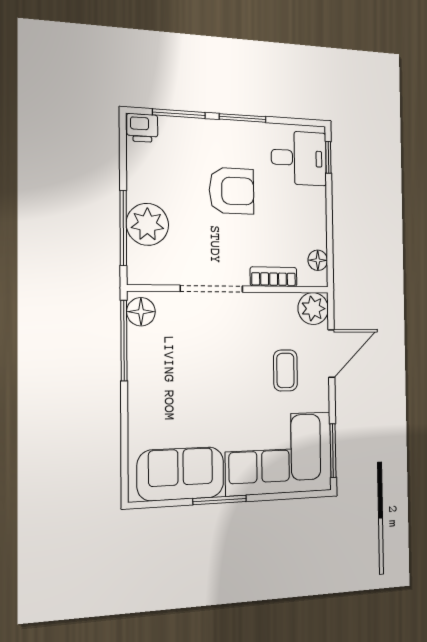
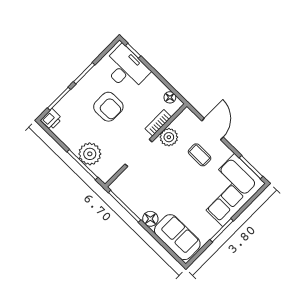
desk: (299, 158) -> (126, 68), width x1.37
armchair: (232, 191) -> (108, 107), turned 90
plant: (313, 309) -> (169, 137), moved
floor lamp: (141, 312) -> (150, 219), moved
sofa: (181, 474) -> (177, 237), moved, turned 90

